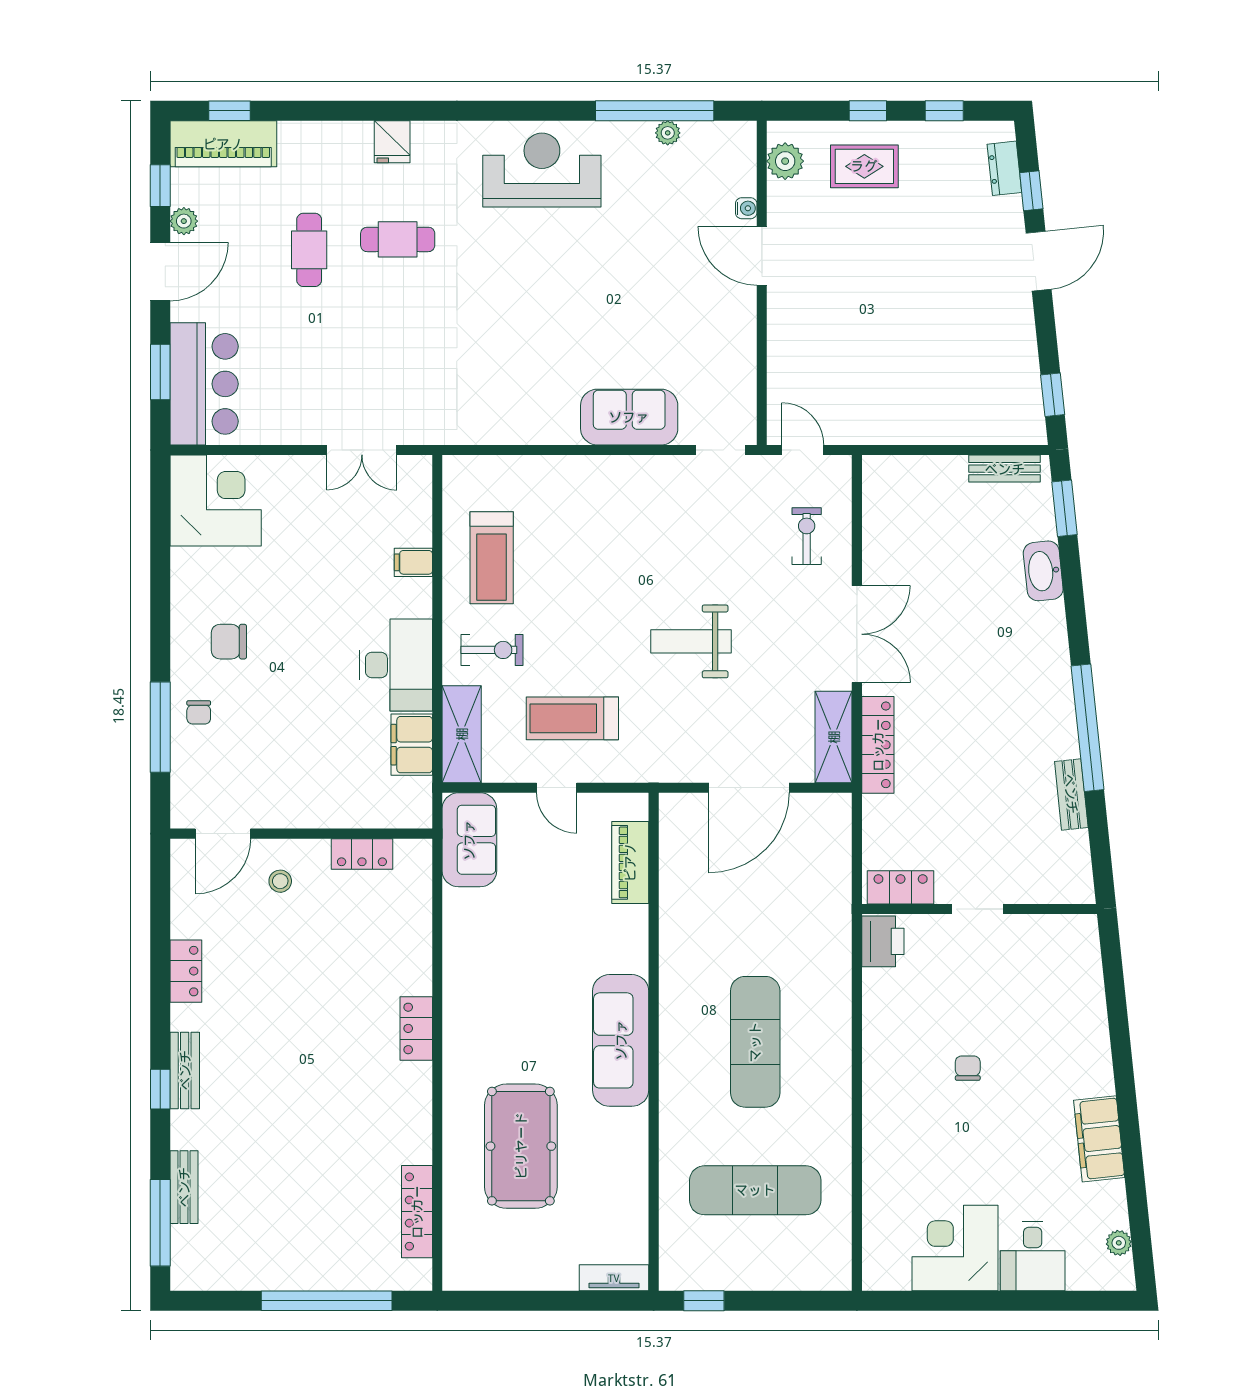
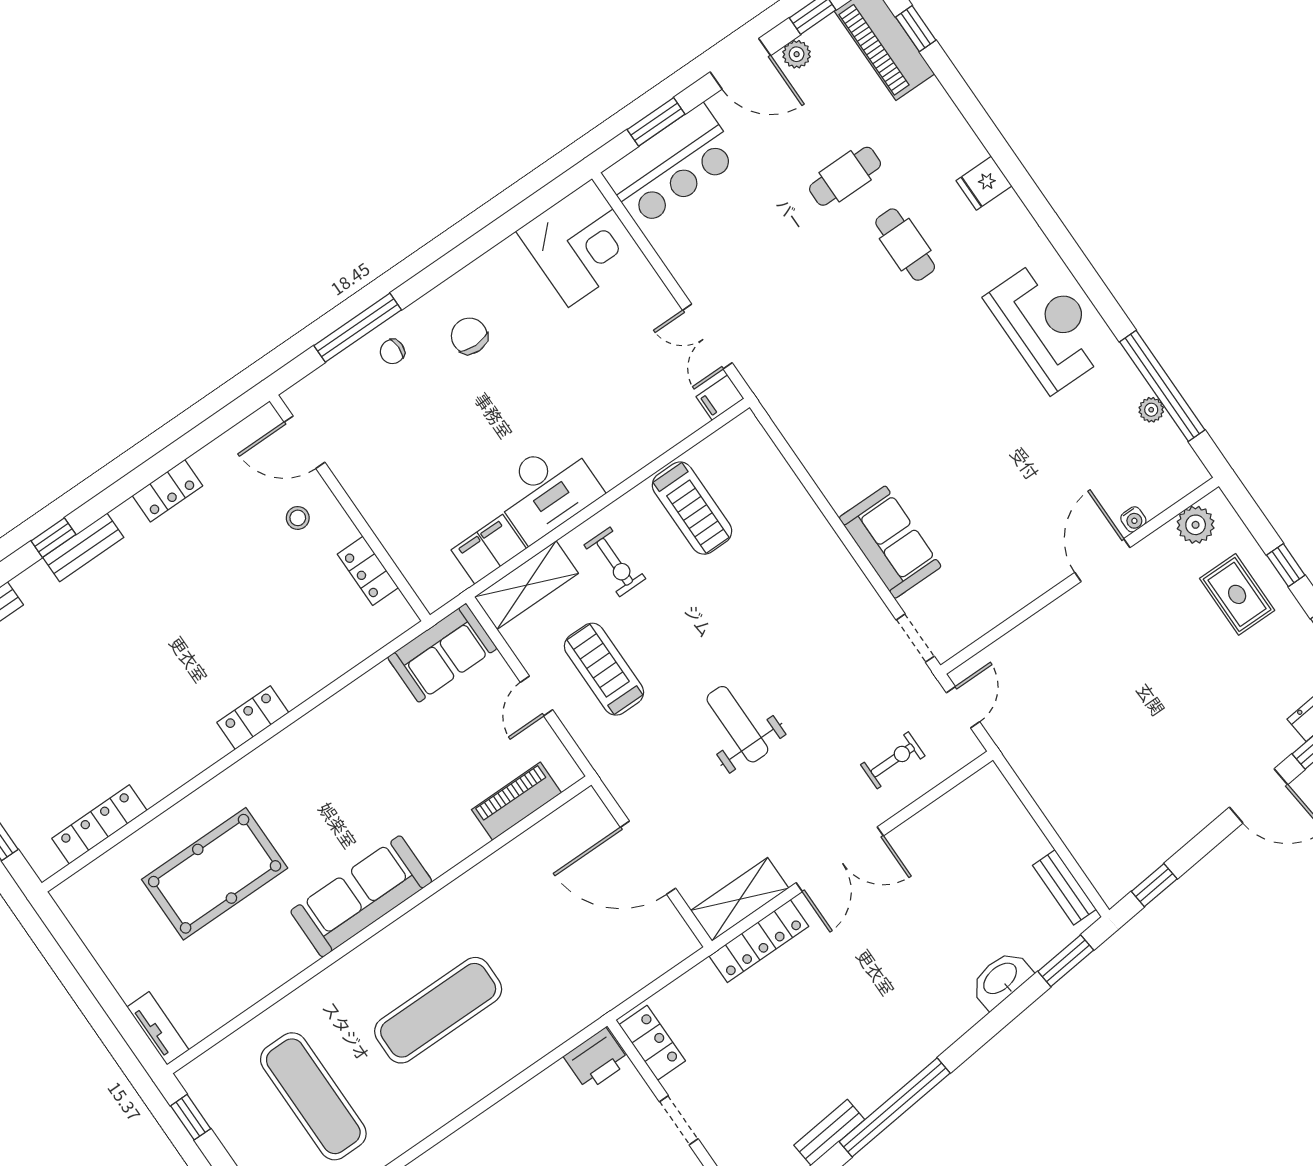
treadmill: (492, 558) -> (692, 508), turned -90
filing cabinet: (413, 562) -> (720, 398), moved, turned -90

